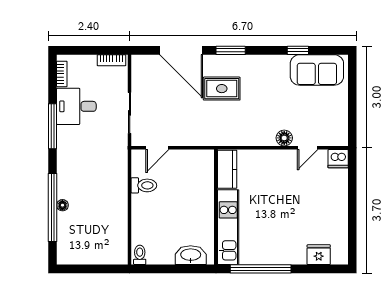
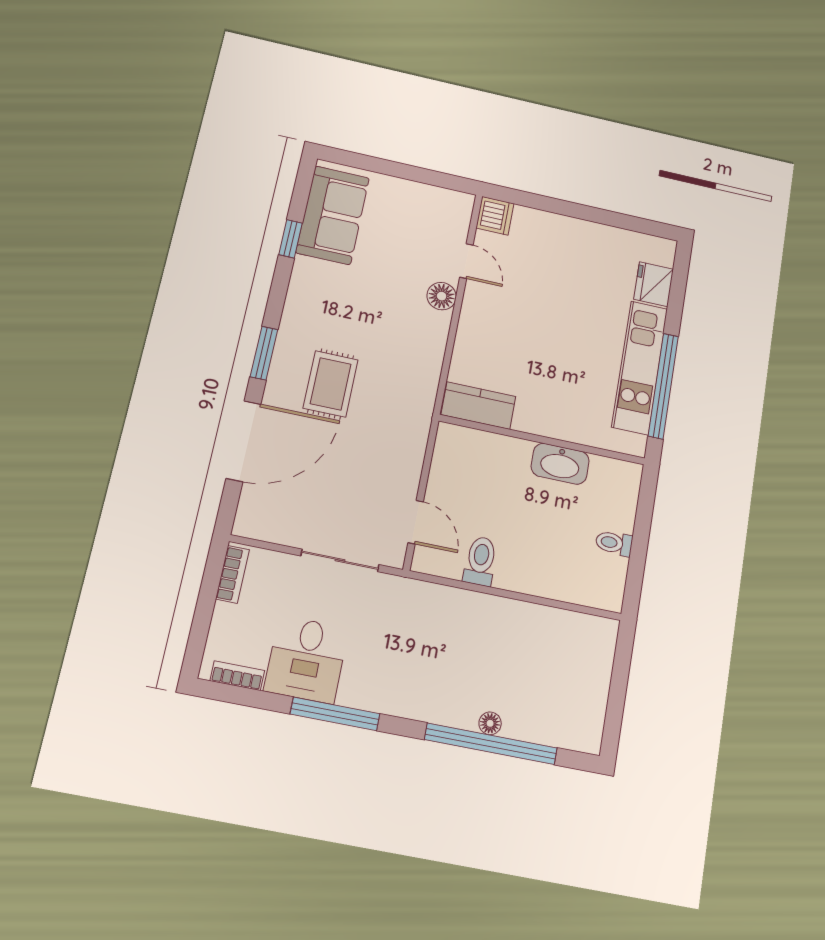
kitchen unit: (228, 227) -> (640, 367), moved, turned -90
toilet: (140, 255) -> (614, 543), moved
washbasin: (191, 255) -> (560, 464), moved, turned -90

